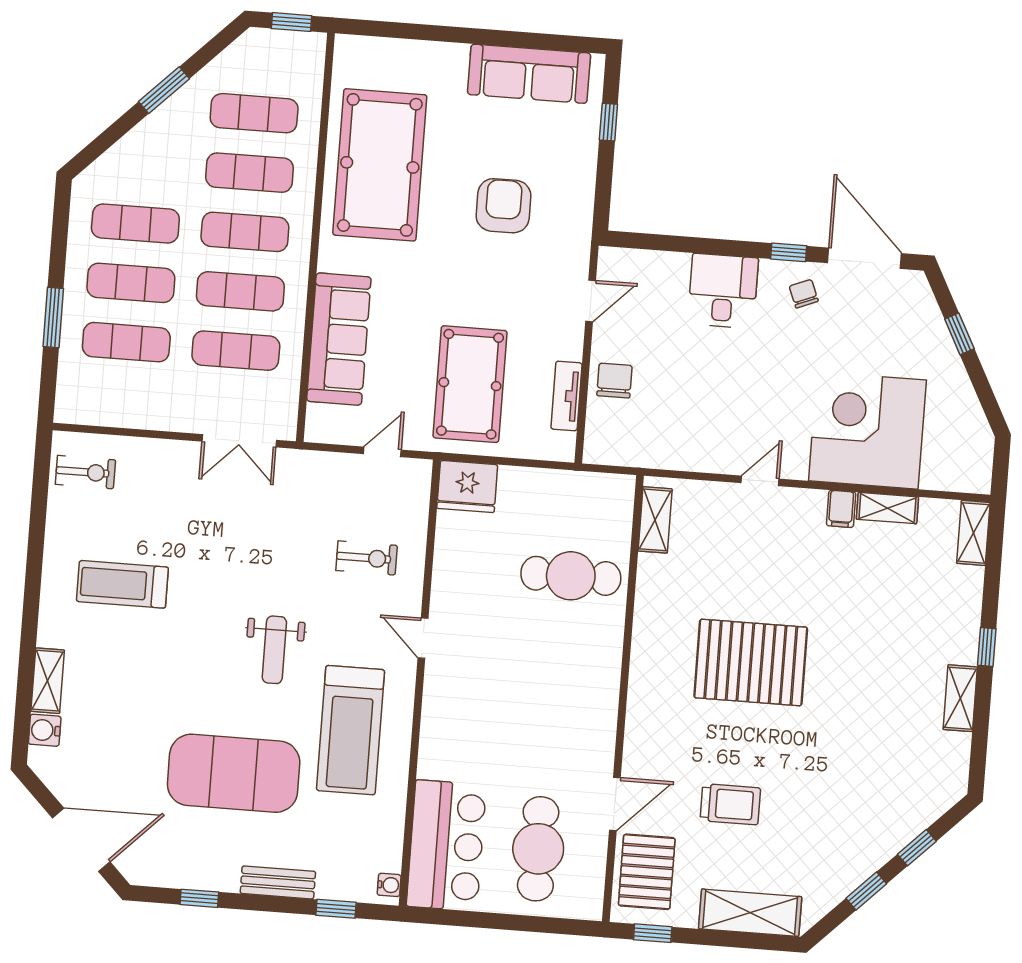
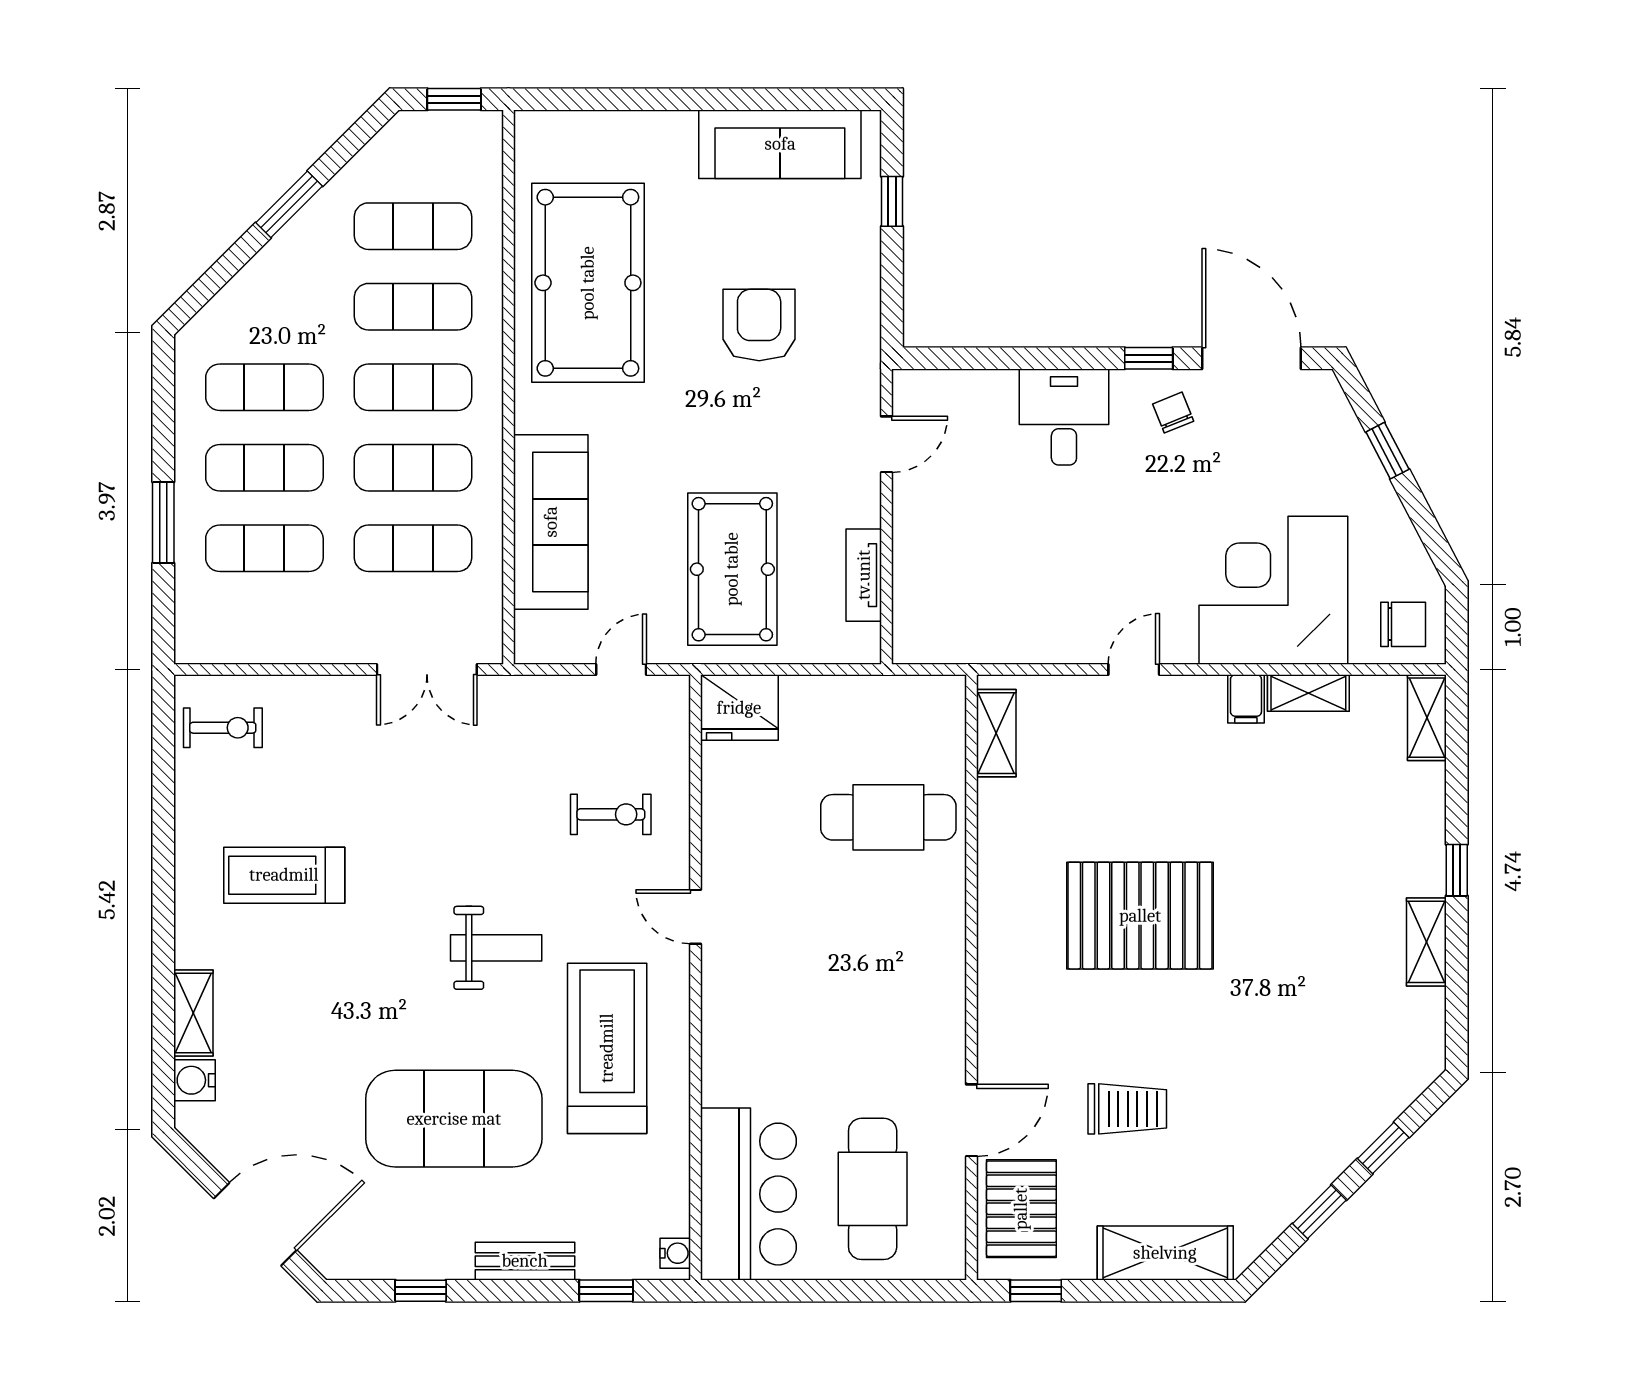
chair: (614, 381) -> (1403, 624), moved, turned 90
weight bench: (274, 650) -> (496, 948), turned -90
treadmill: (351, 730) -> (607, 1048), turned 180

